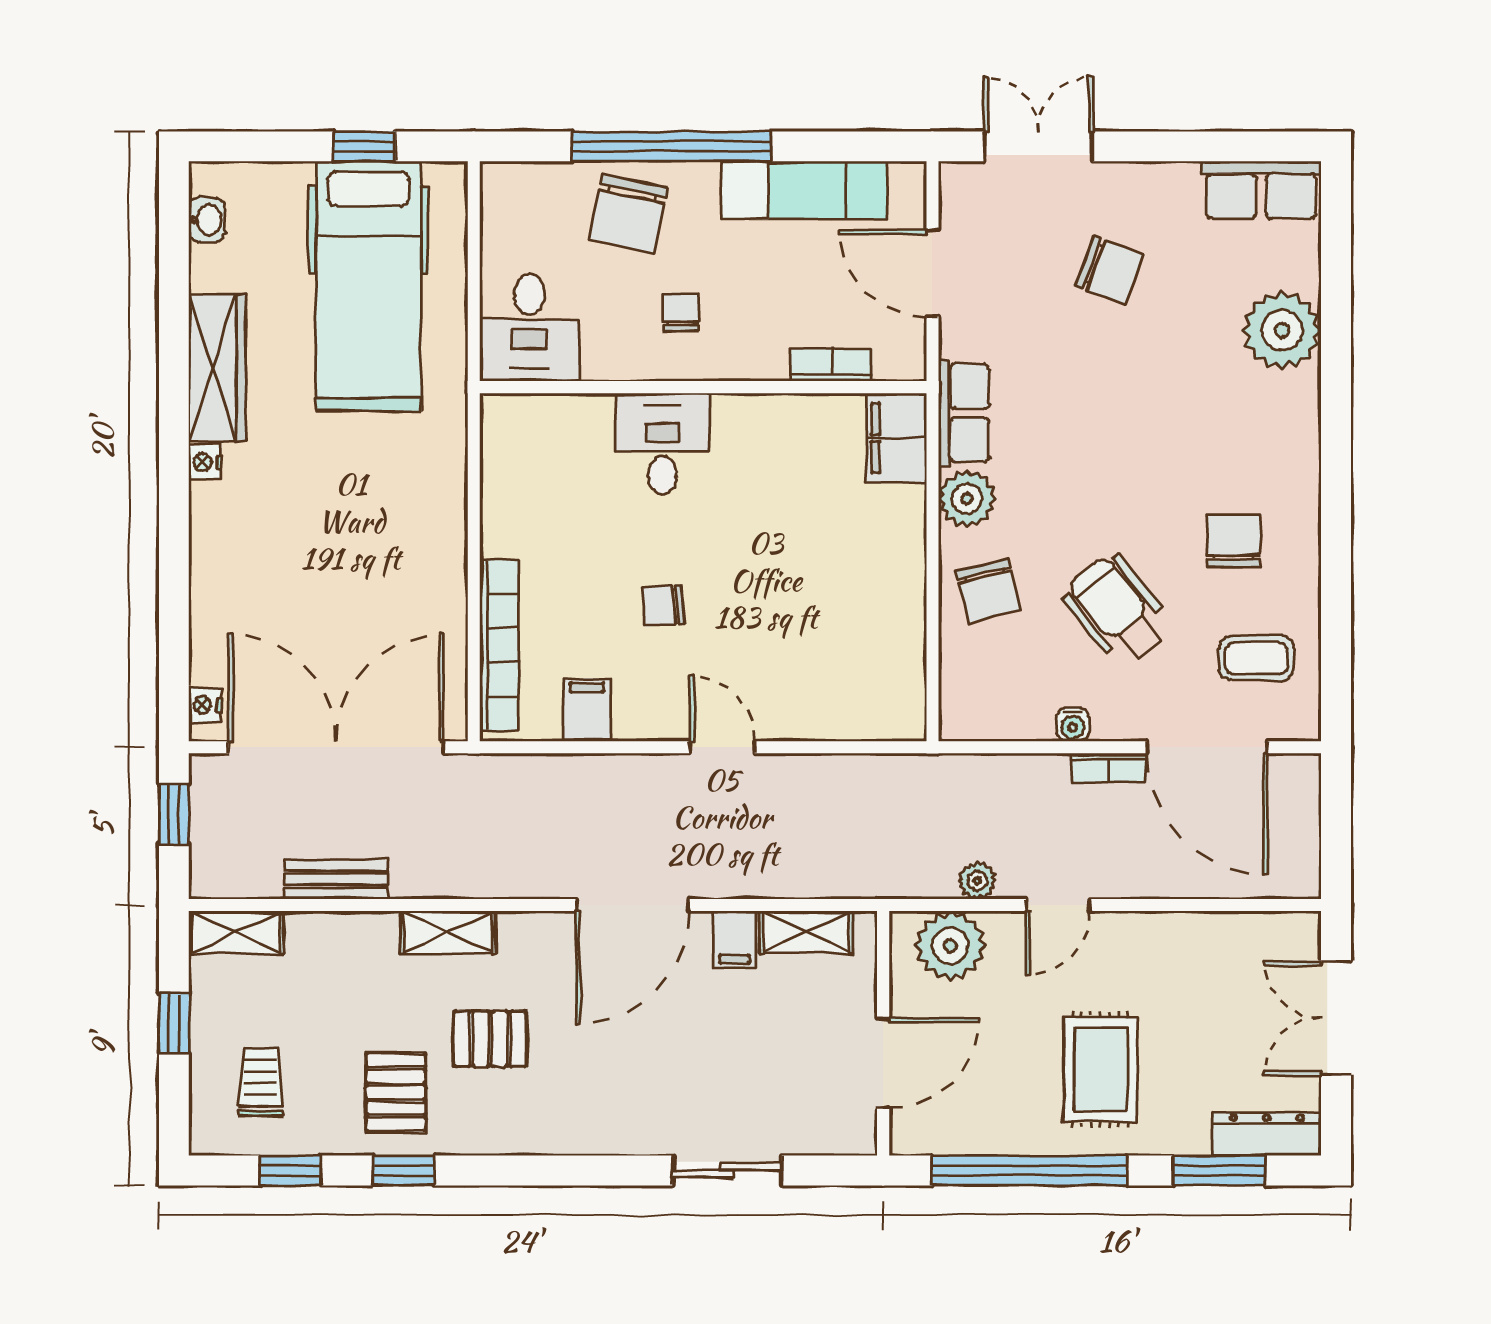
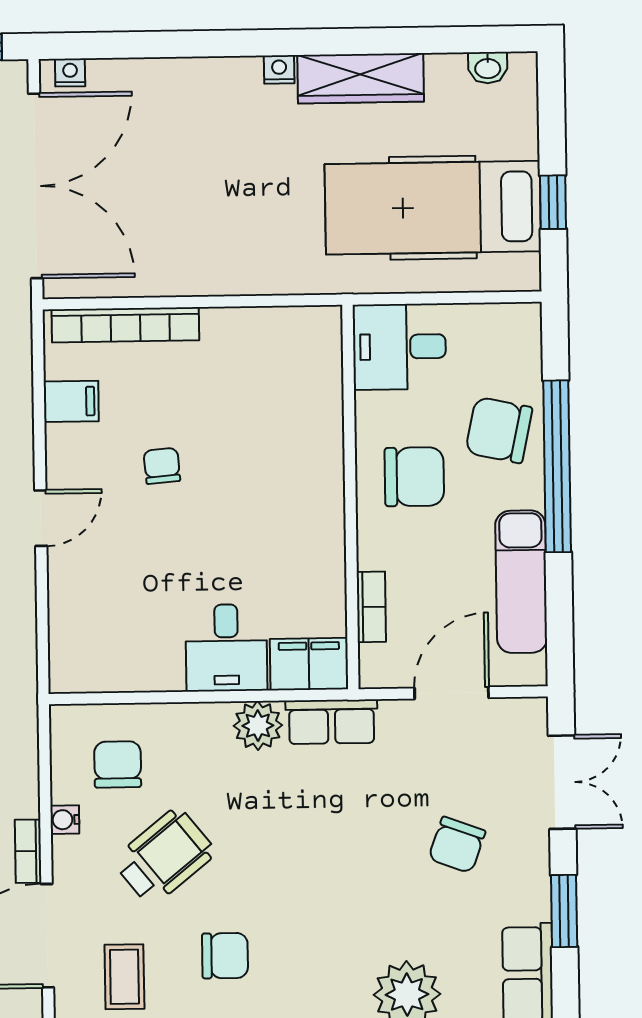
window: (1188, 146) -> (564, 911), added
chair: (681, 312) -> (414, 477), width x1.87, depth x1.87
desk: (662, 444) -> (226, 648), moved, turned 90
chair: (989, 590) -> (118, 764), moved, turned 104

